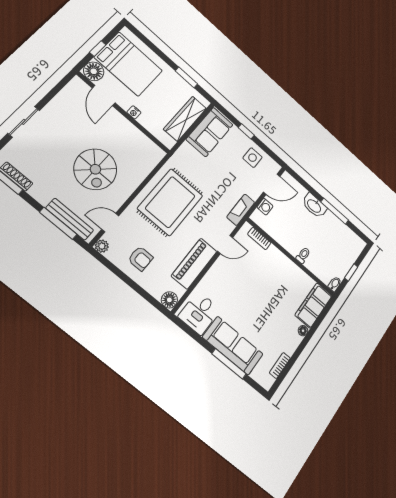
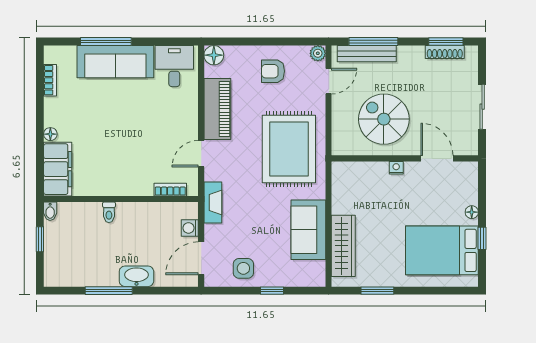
floor lamp: (94, 71) -> (472, 212), width x0.53, depth x0.53
door: (104, 95) -> (437, 158), moved
nightstand: (134, 112) -> (396, 168), moved
wall: (124, 113) -> (405, 158), moved
sofa: (210, 132) -> (308, 230), moved

